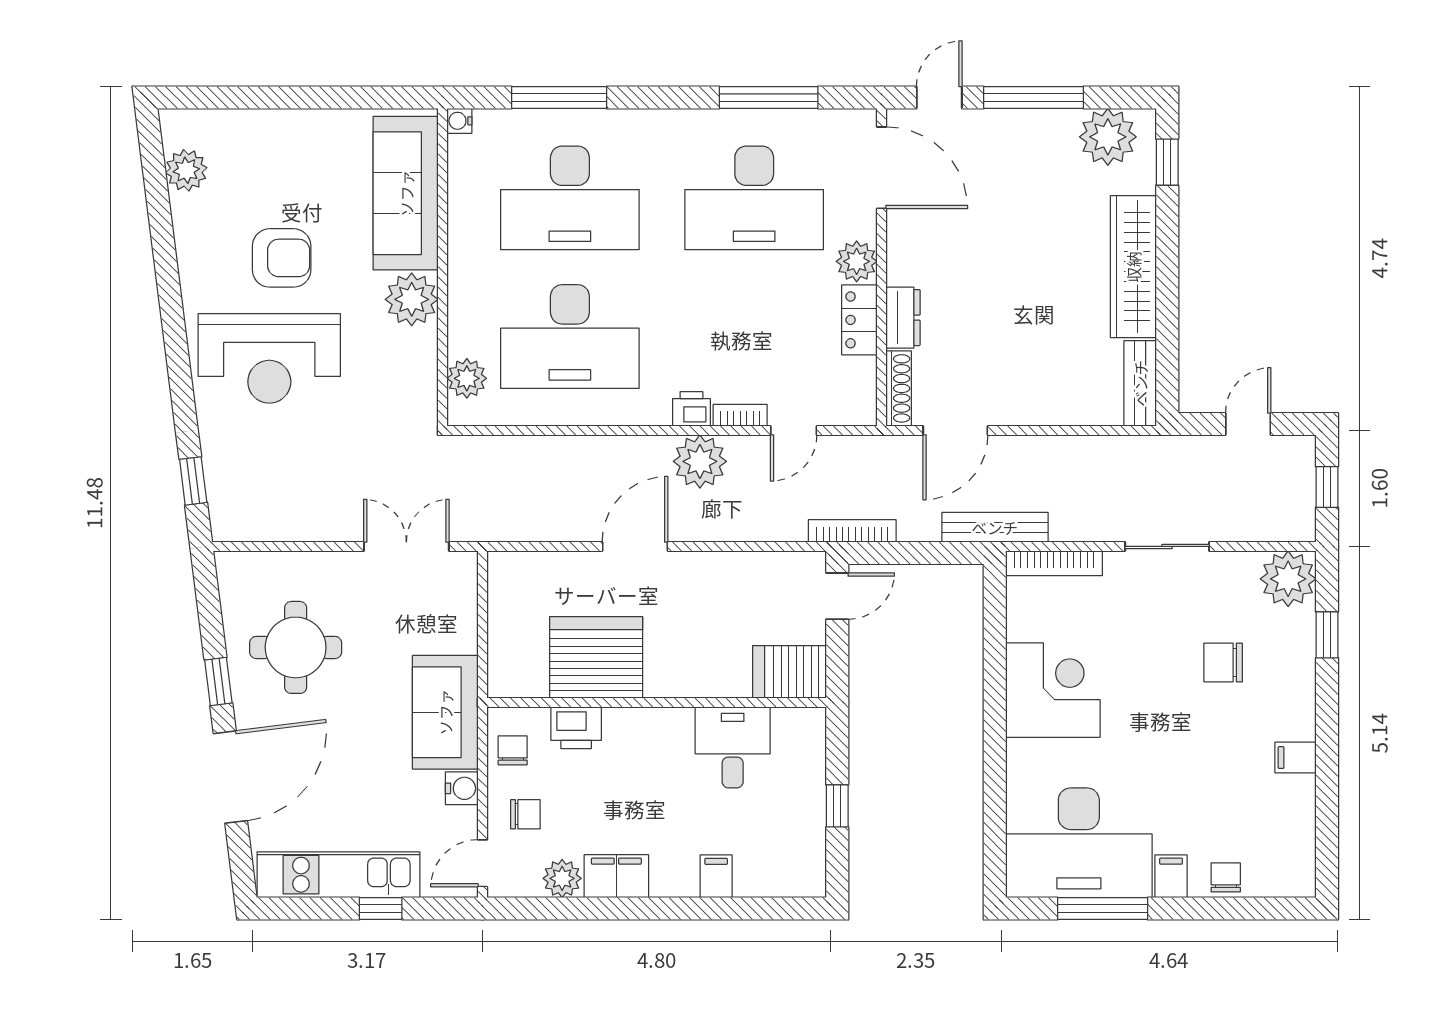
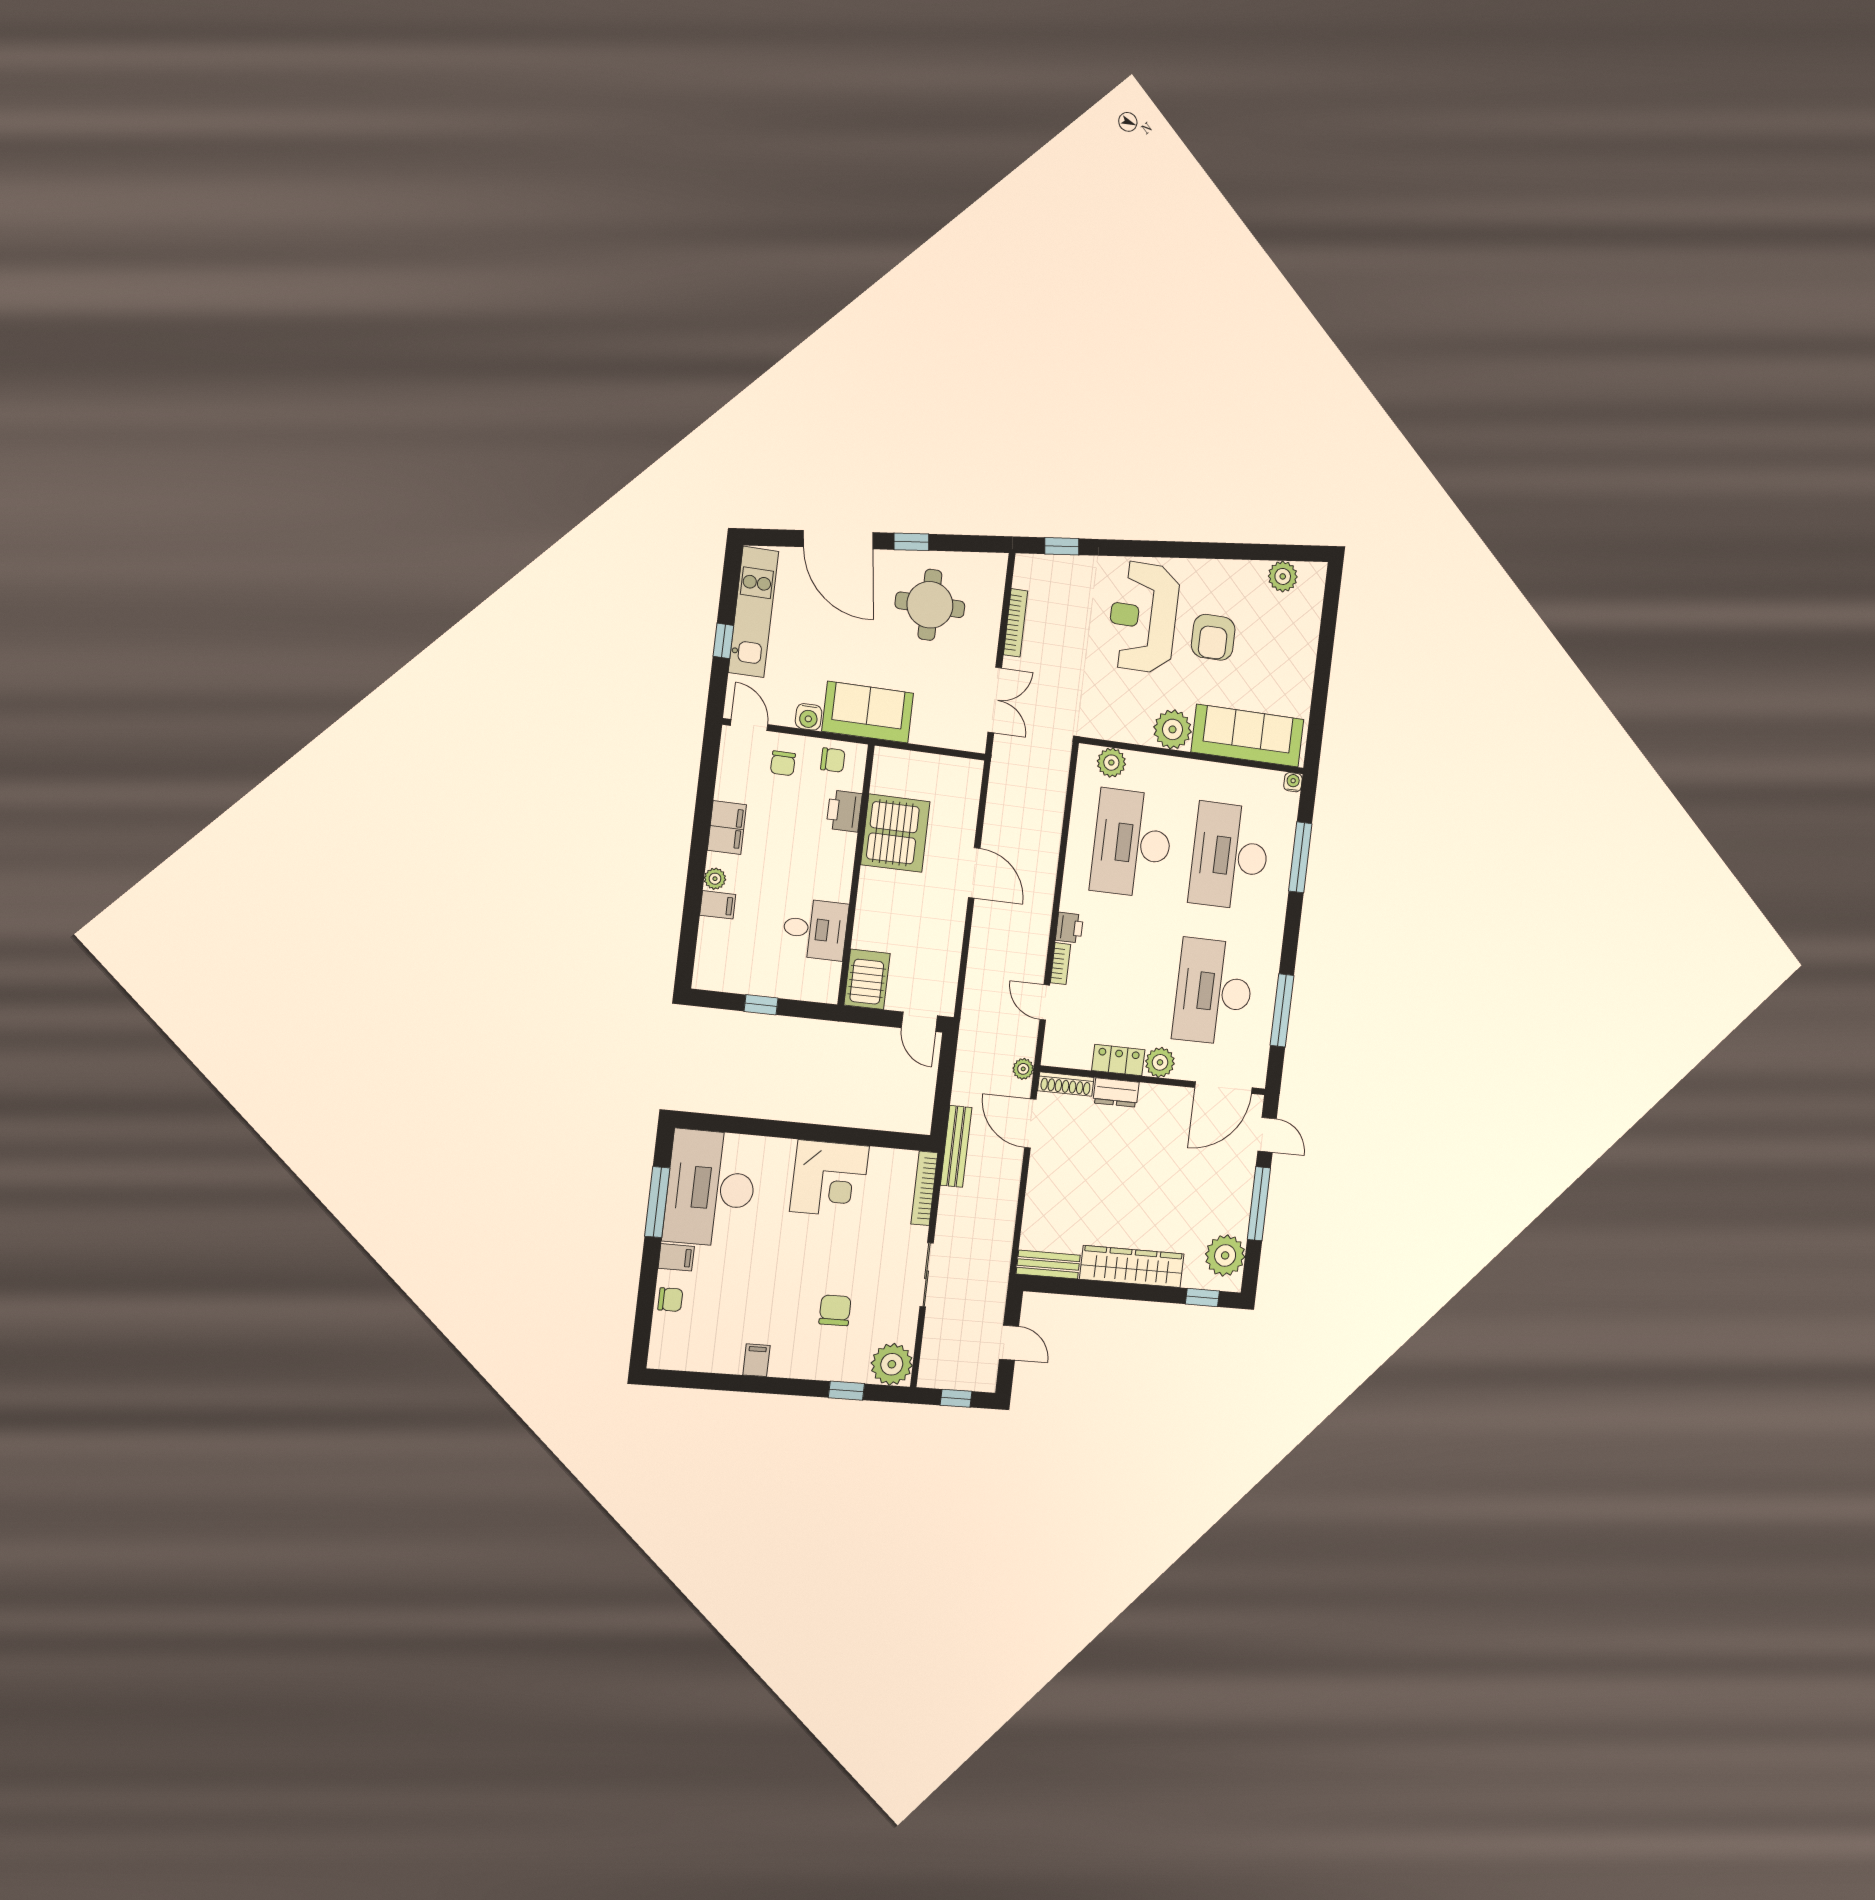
plant: (700, 461) -> (1023, 1069), moved, width x0.53, depth x0.53
bookcase: (852, 531) -> (1016, 623), moved
plant: (562, 878) -> (715, 879), moved, width x0.73, depth x0.73

